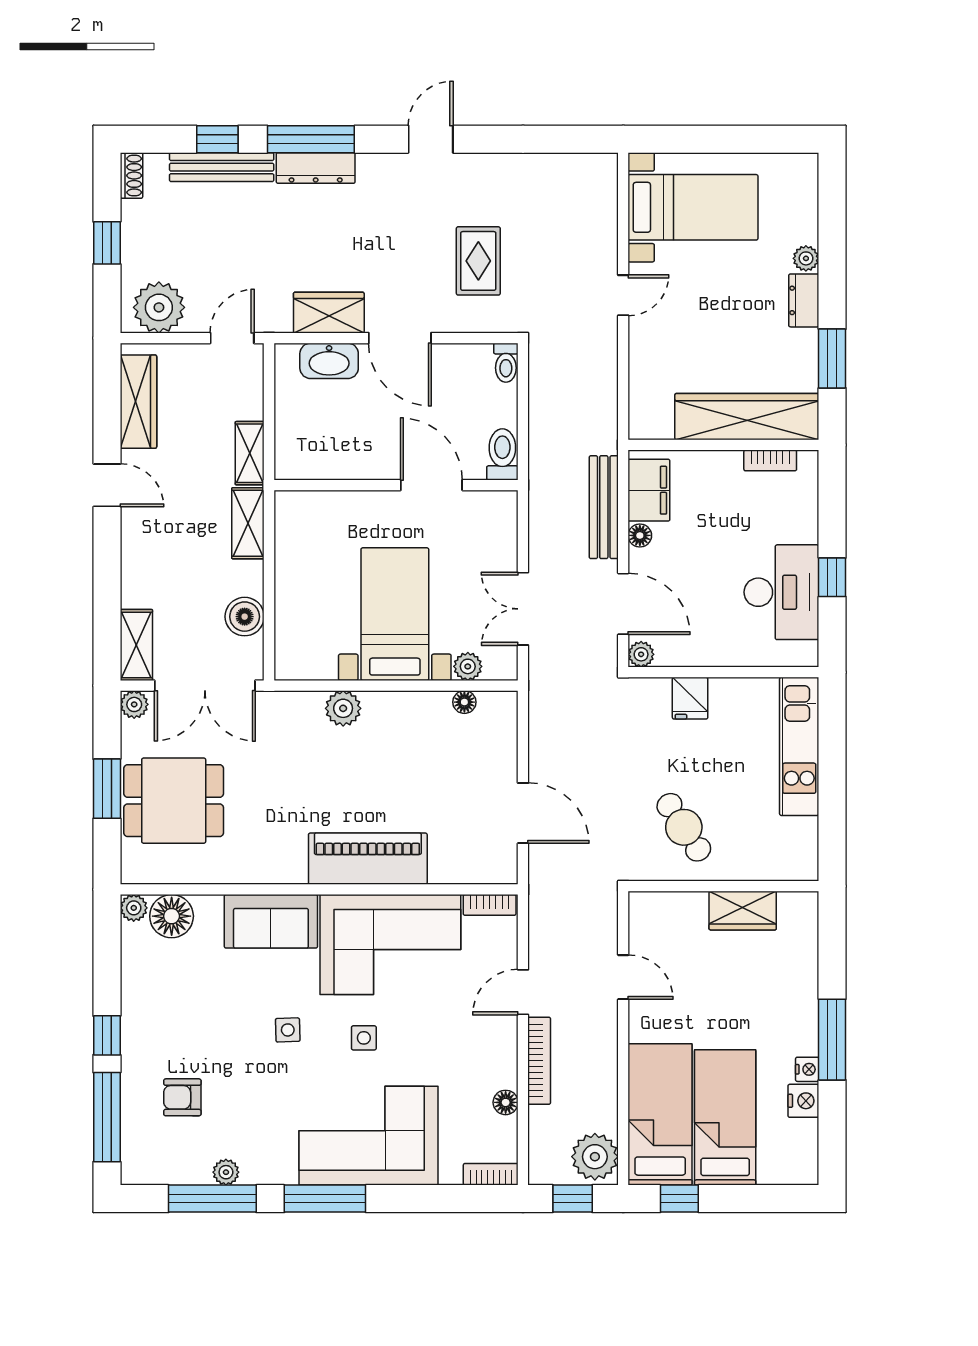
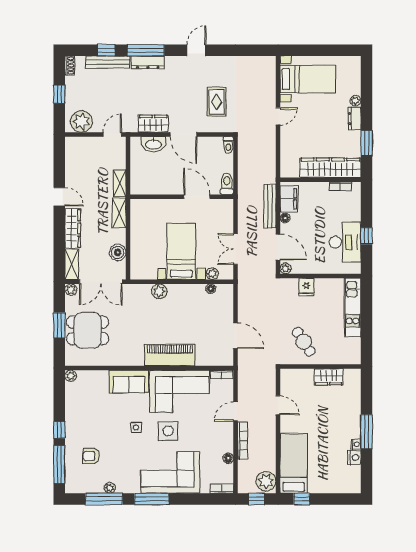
wardrobe: (138, 402) -> (73, 228), moved
floor lamp: (172, 916) -> (87, 379), removed
side table: (364, 1038) -> (168, 431), width x1.87, depth x1.87
bed: (725, 1117) -> (321, 465), removed

